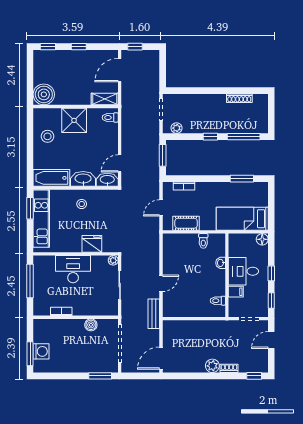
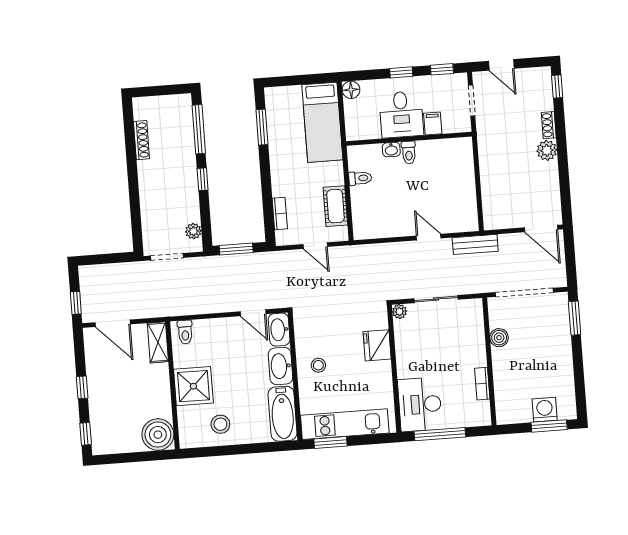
desk: (73, 269) -> (420, 404), moved
toilet: (218, 301) -> (409, 153), moved

